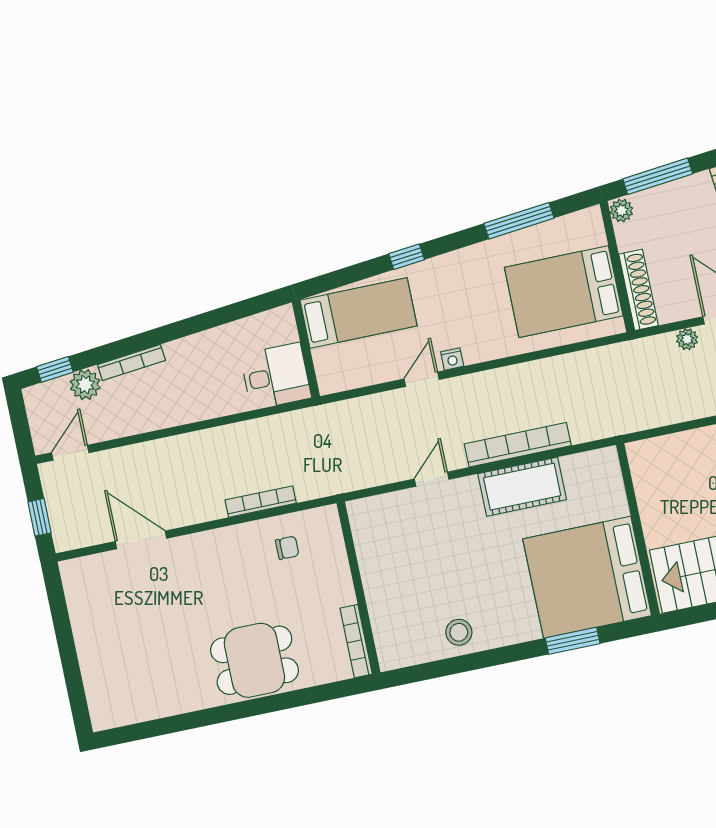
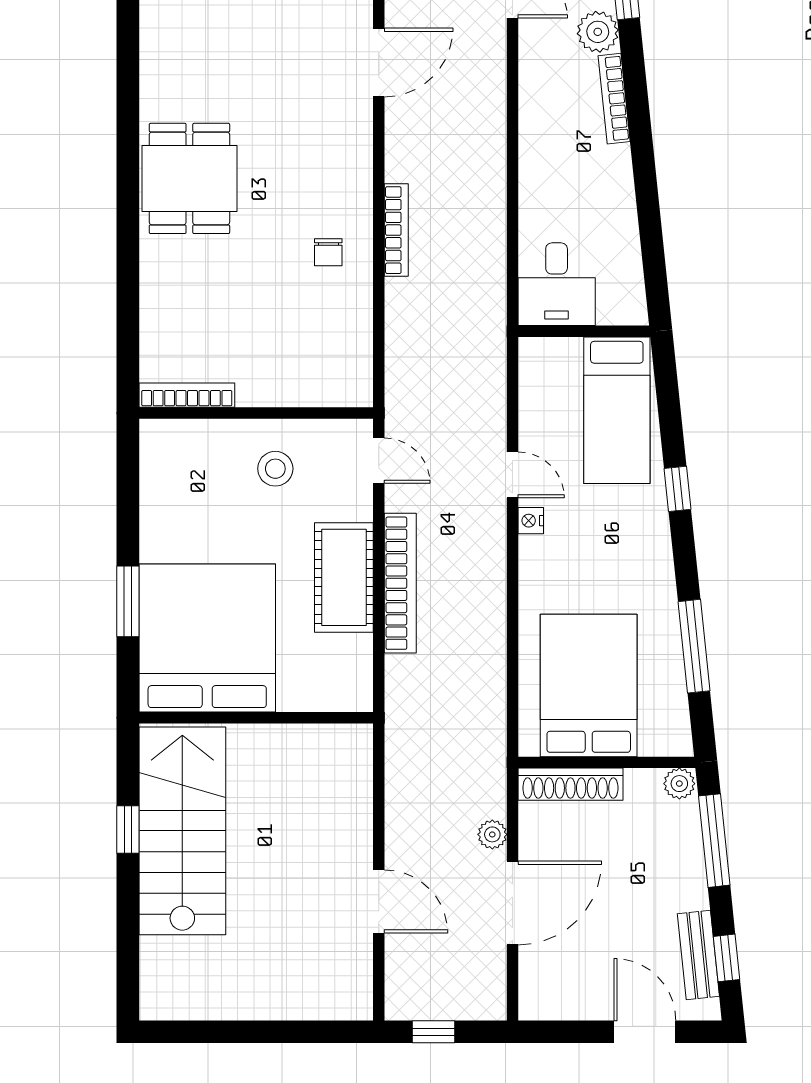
wall: (359, 588) -> (256, 413), moved
stool: (459, 632) -> (275, 469), moved
bookcase: (356, 641) -> (187, 395), moved

